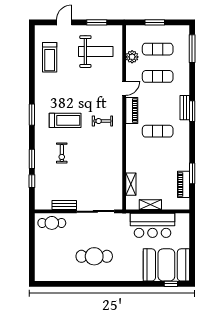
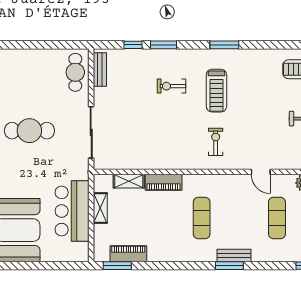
piano: (132, 111) -> (164, 182), moved
window: (192, 173) -> (117, 266), moved
bench: (64, 205) -> (100, 69), moved
cafe table: (94, 256) -> (29, 131), turned 90

